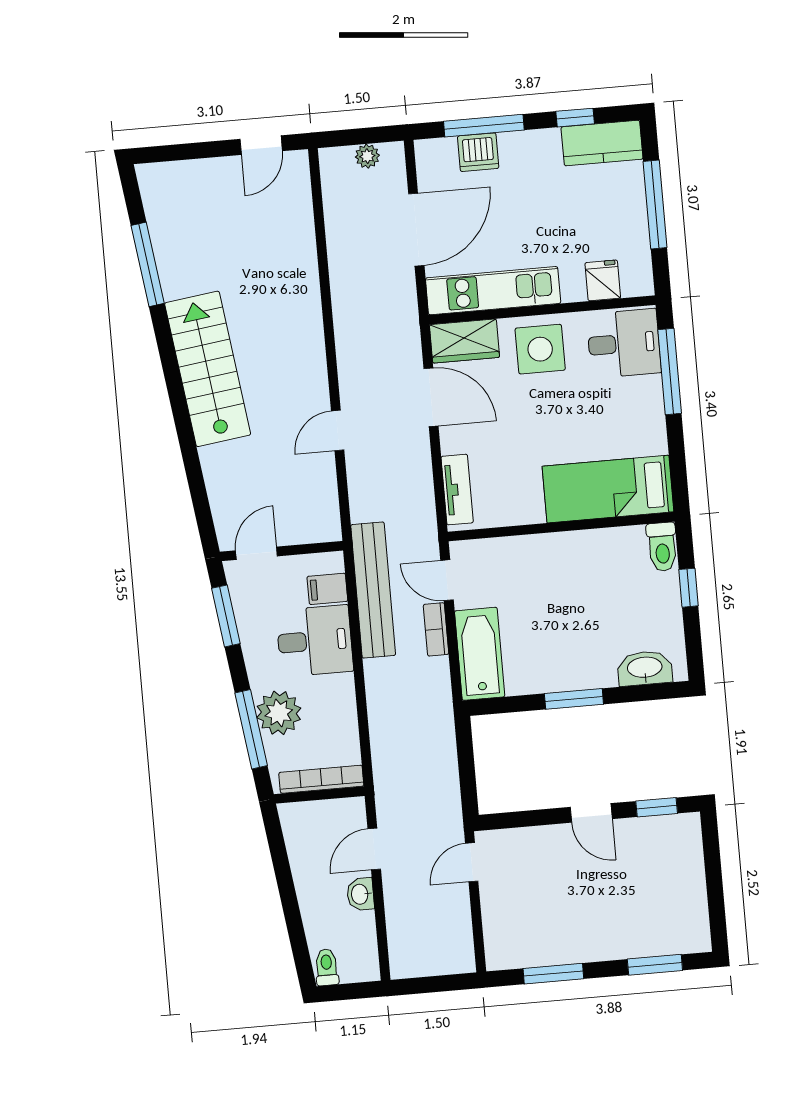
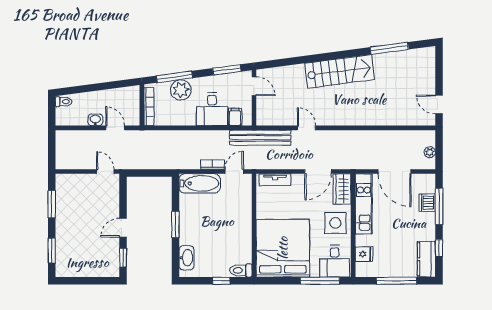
bed: (608, 489) -> (283, 248), width x2.04
bench: (373, 590) -> (260, 138), moved

